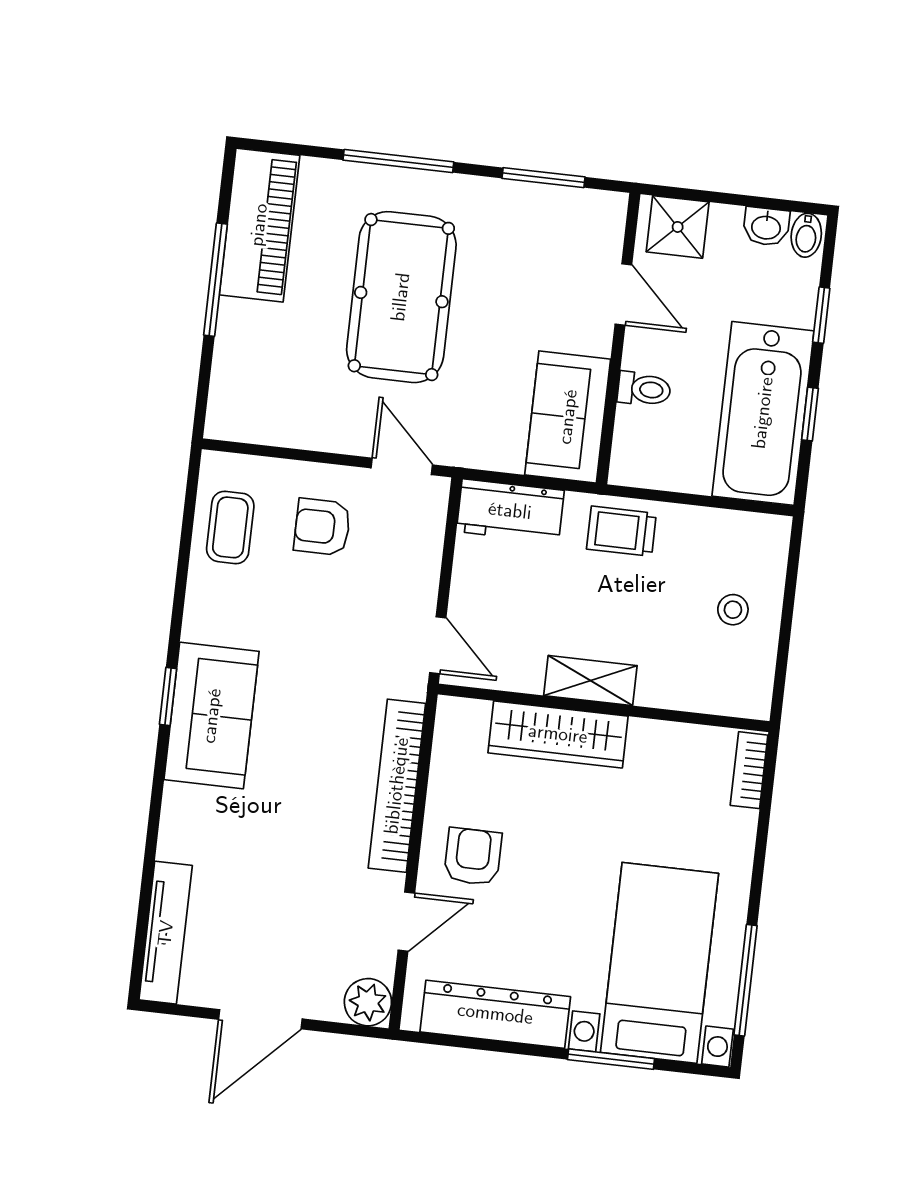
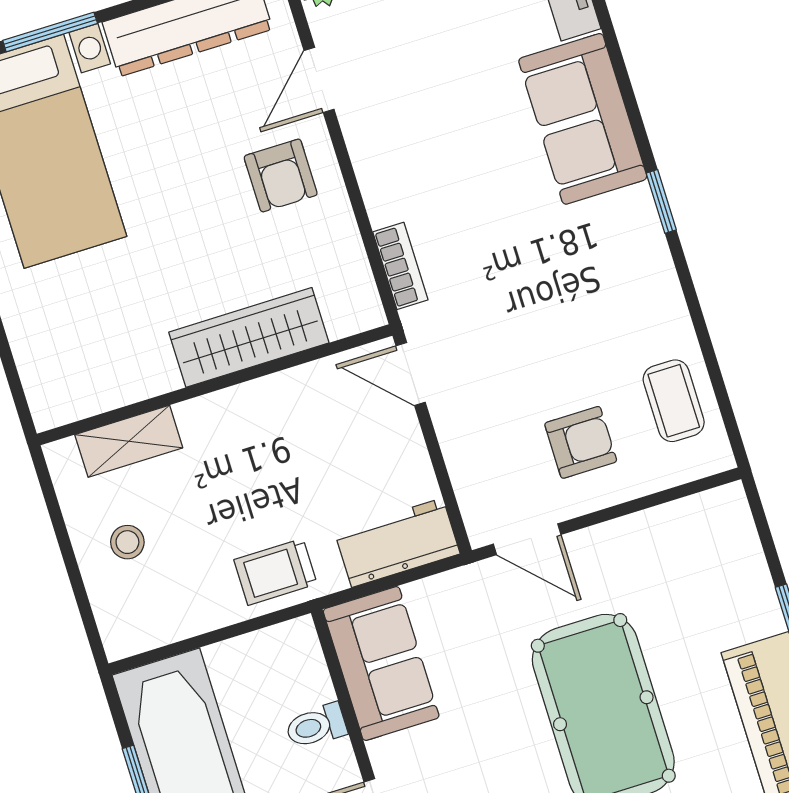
trolley: (621, 531) -> (275, 572), turned 180
shelving: (590, 681) -> (129, 441), moved
sofa: (212, 716) -> (583, 119), moved
bookcase: (749, 770) -> (39, 387), removed
bookcase: (397, 786) -> (400, 266), width x0.43, depth x0.76

